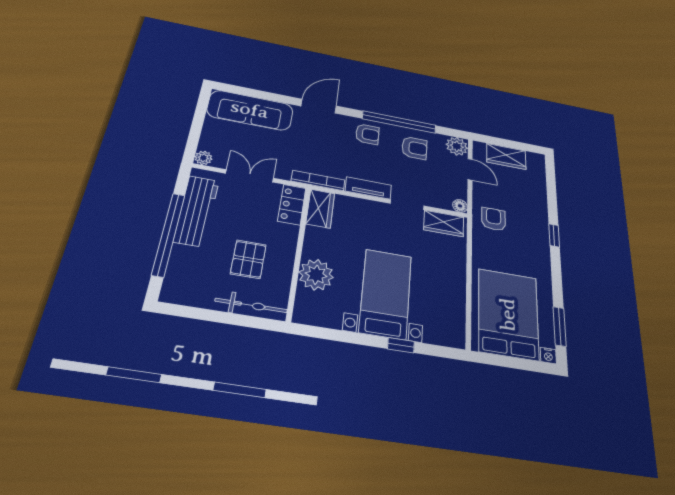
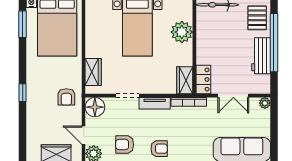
armchair: (367, 134) -> (159, 149), turned 180
floor lamp: (460, 206) -> (95, 107), width x1.89, depth x1.89
workbench: (197, 211) -> (261, 56), width x0.73
wardrobe: (444, 223) -> (93, 72), moved, turned 90
pallet: (248, 259) -> (257, 18), moved

